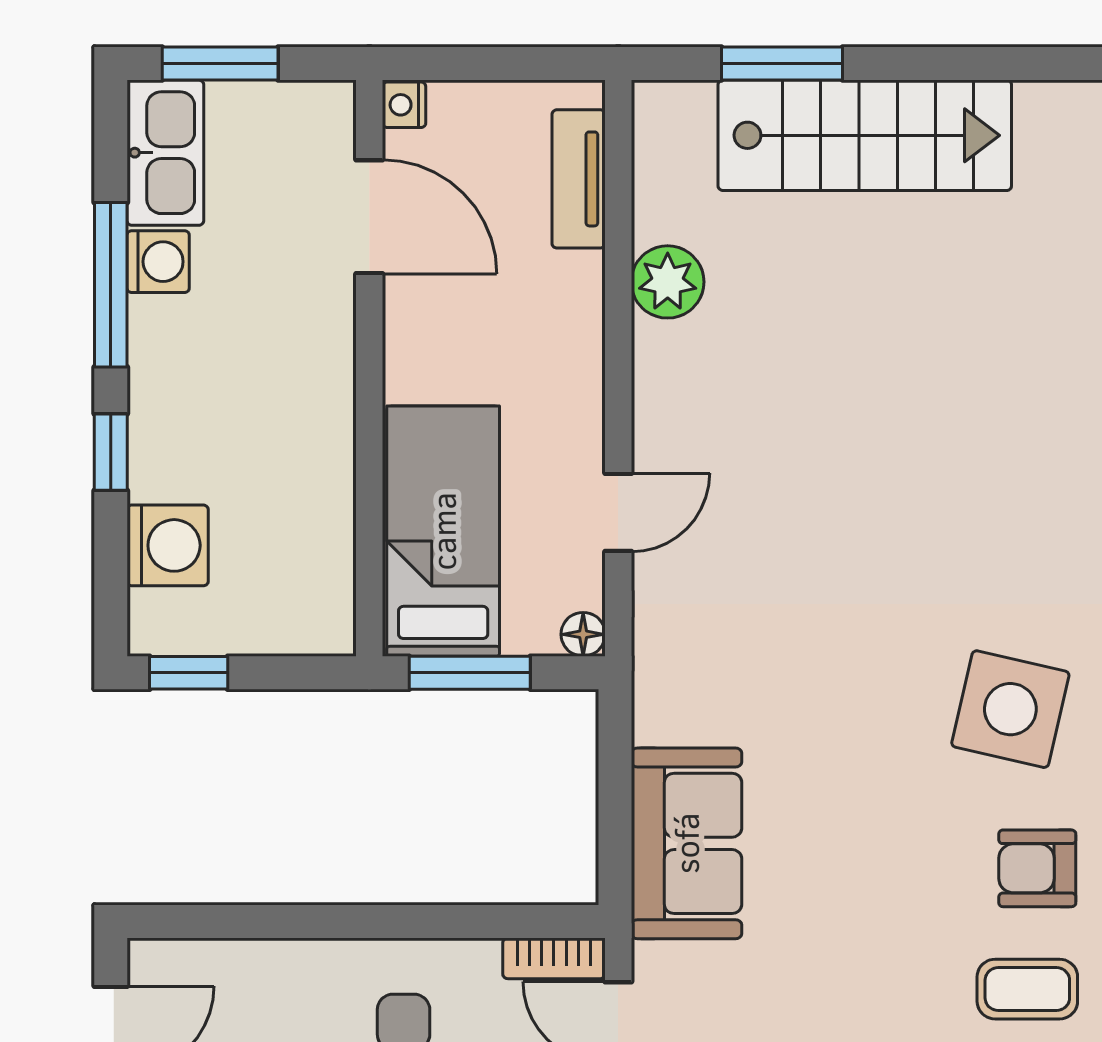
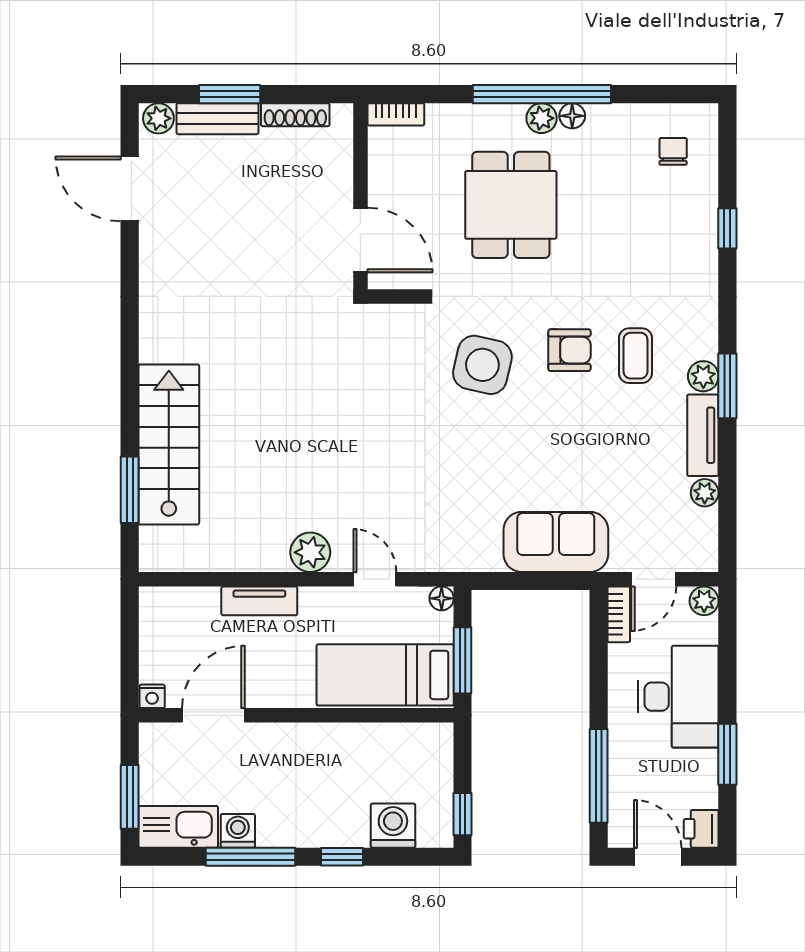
tv unit: (579, 179) -> (259, 601), moved
plant: (668, 282) -> (310, 552), moved
armchair: (1037, 868) -> (570, 350), turned -90
window: (258, 921) -> (599, 776), added

